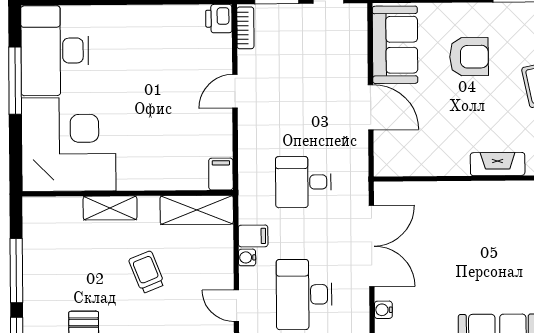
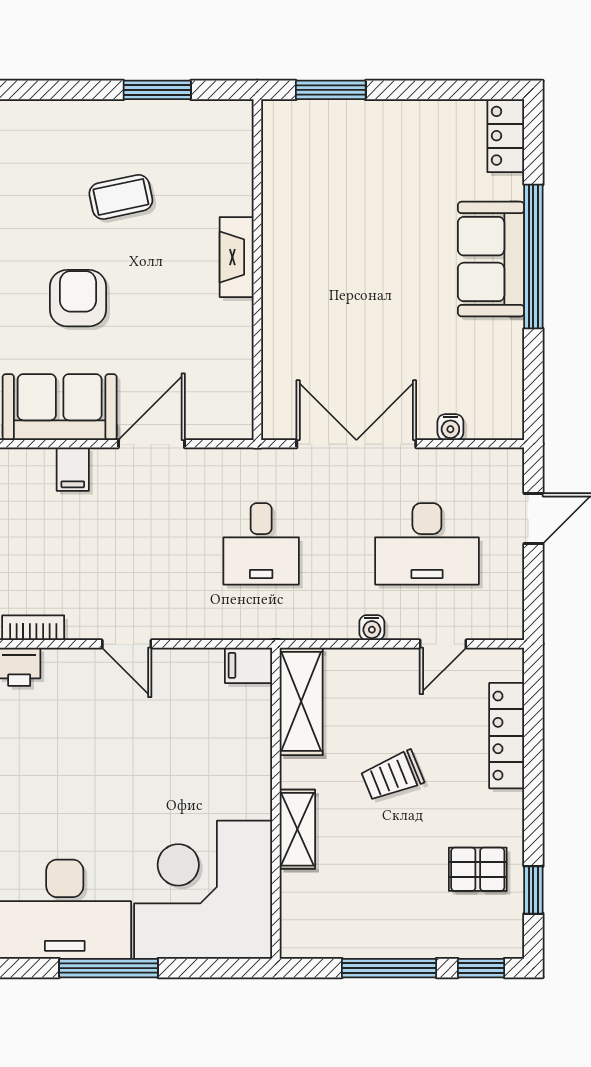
filing cabinet: (253, 236) -> (73, 469), moved, turned 180

